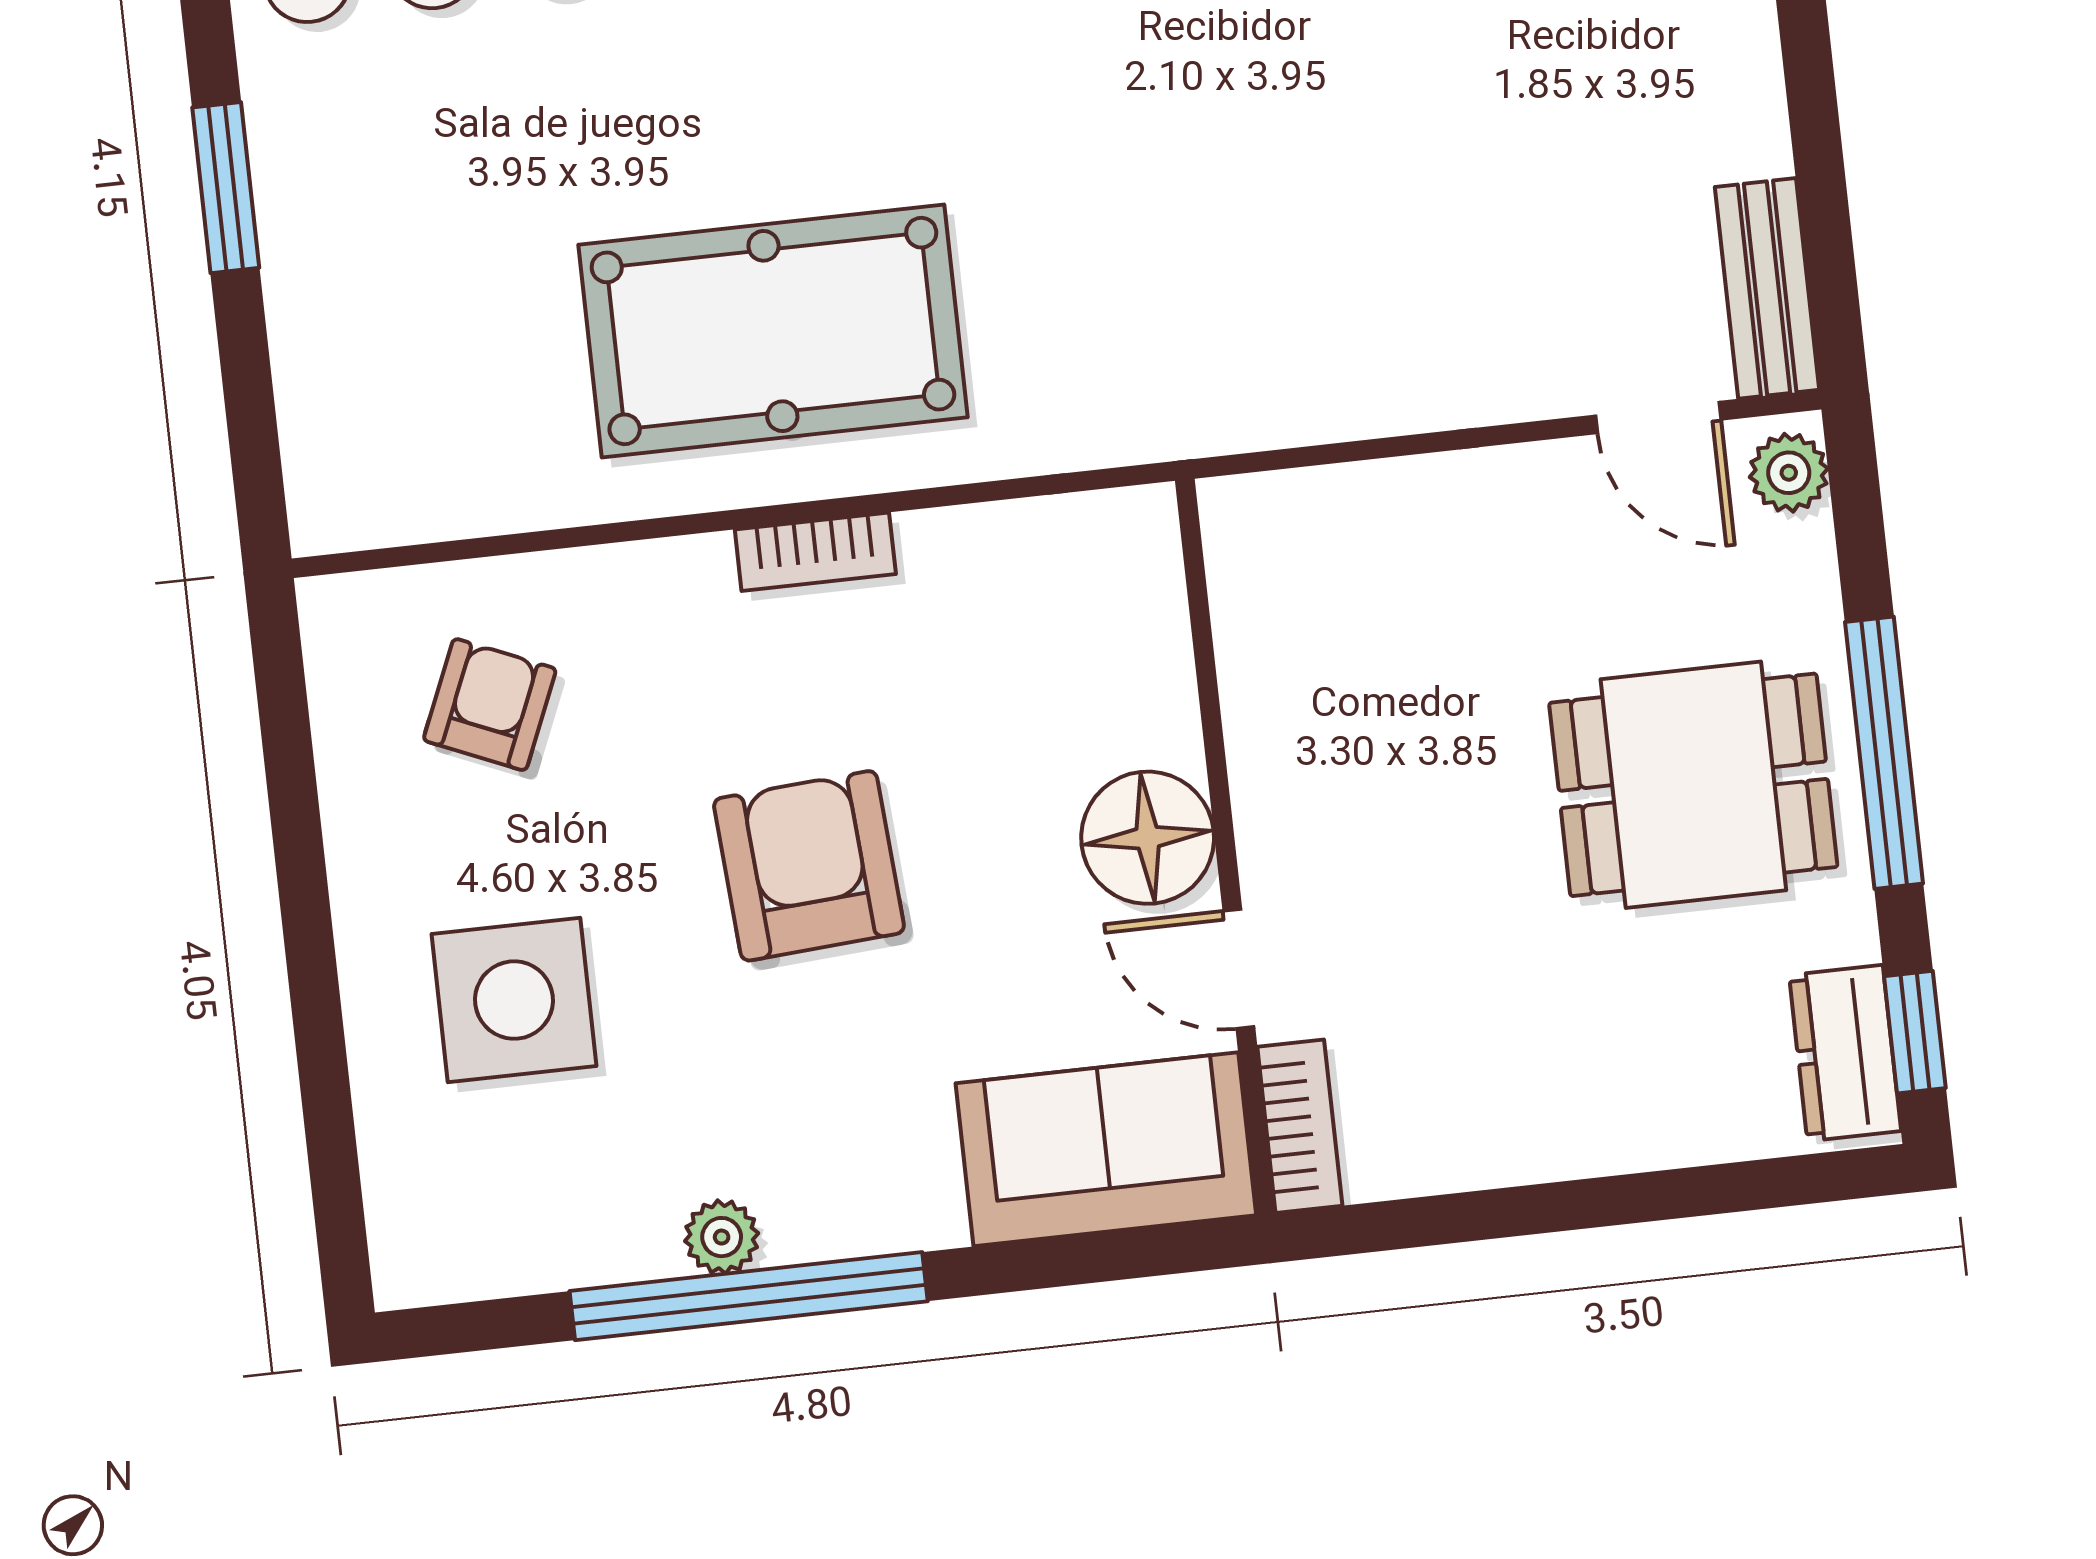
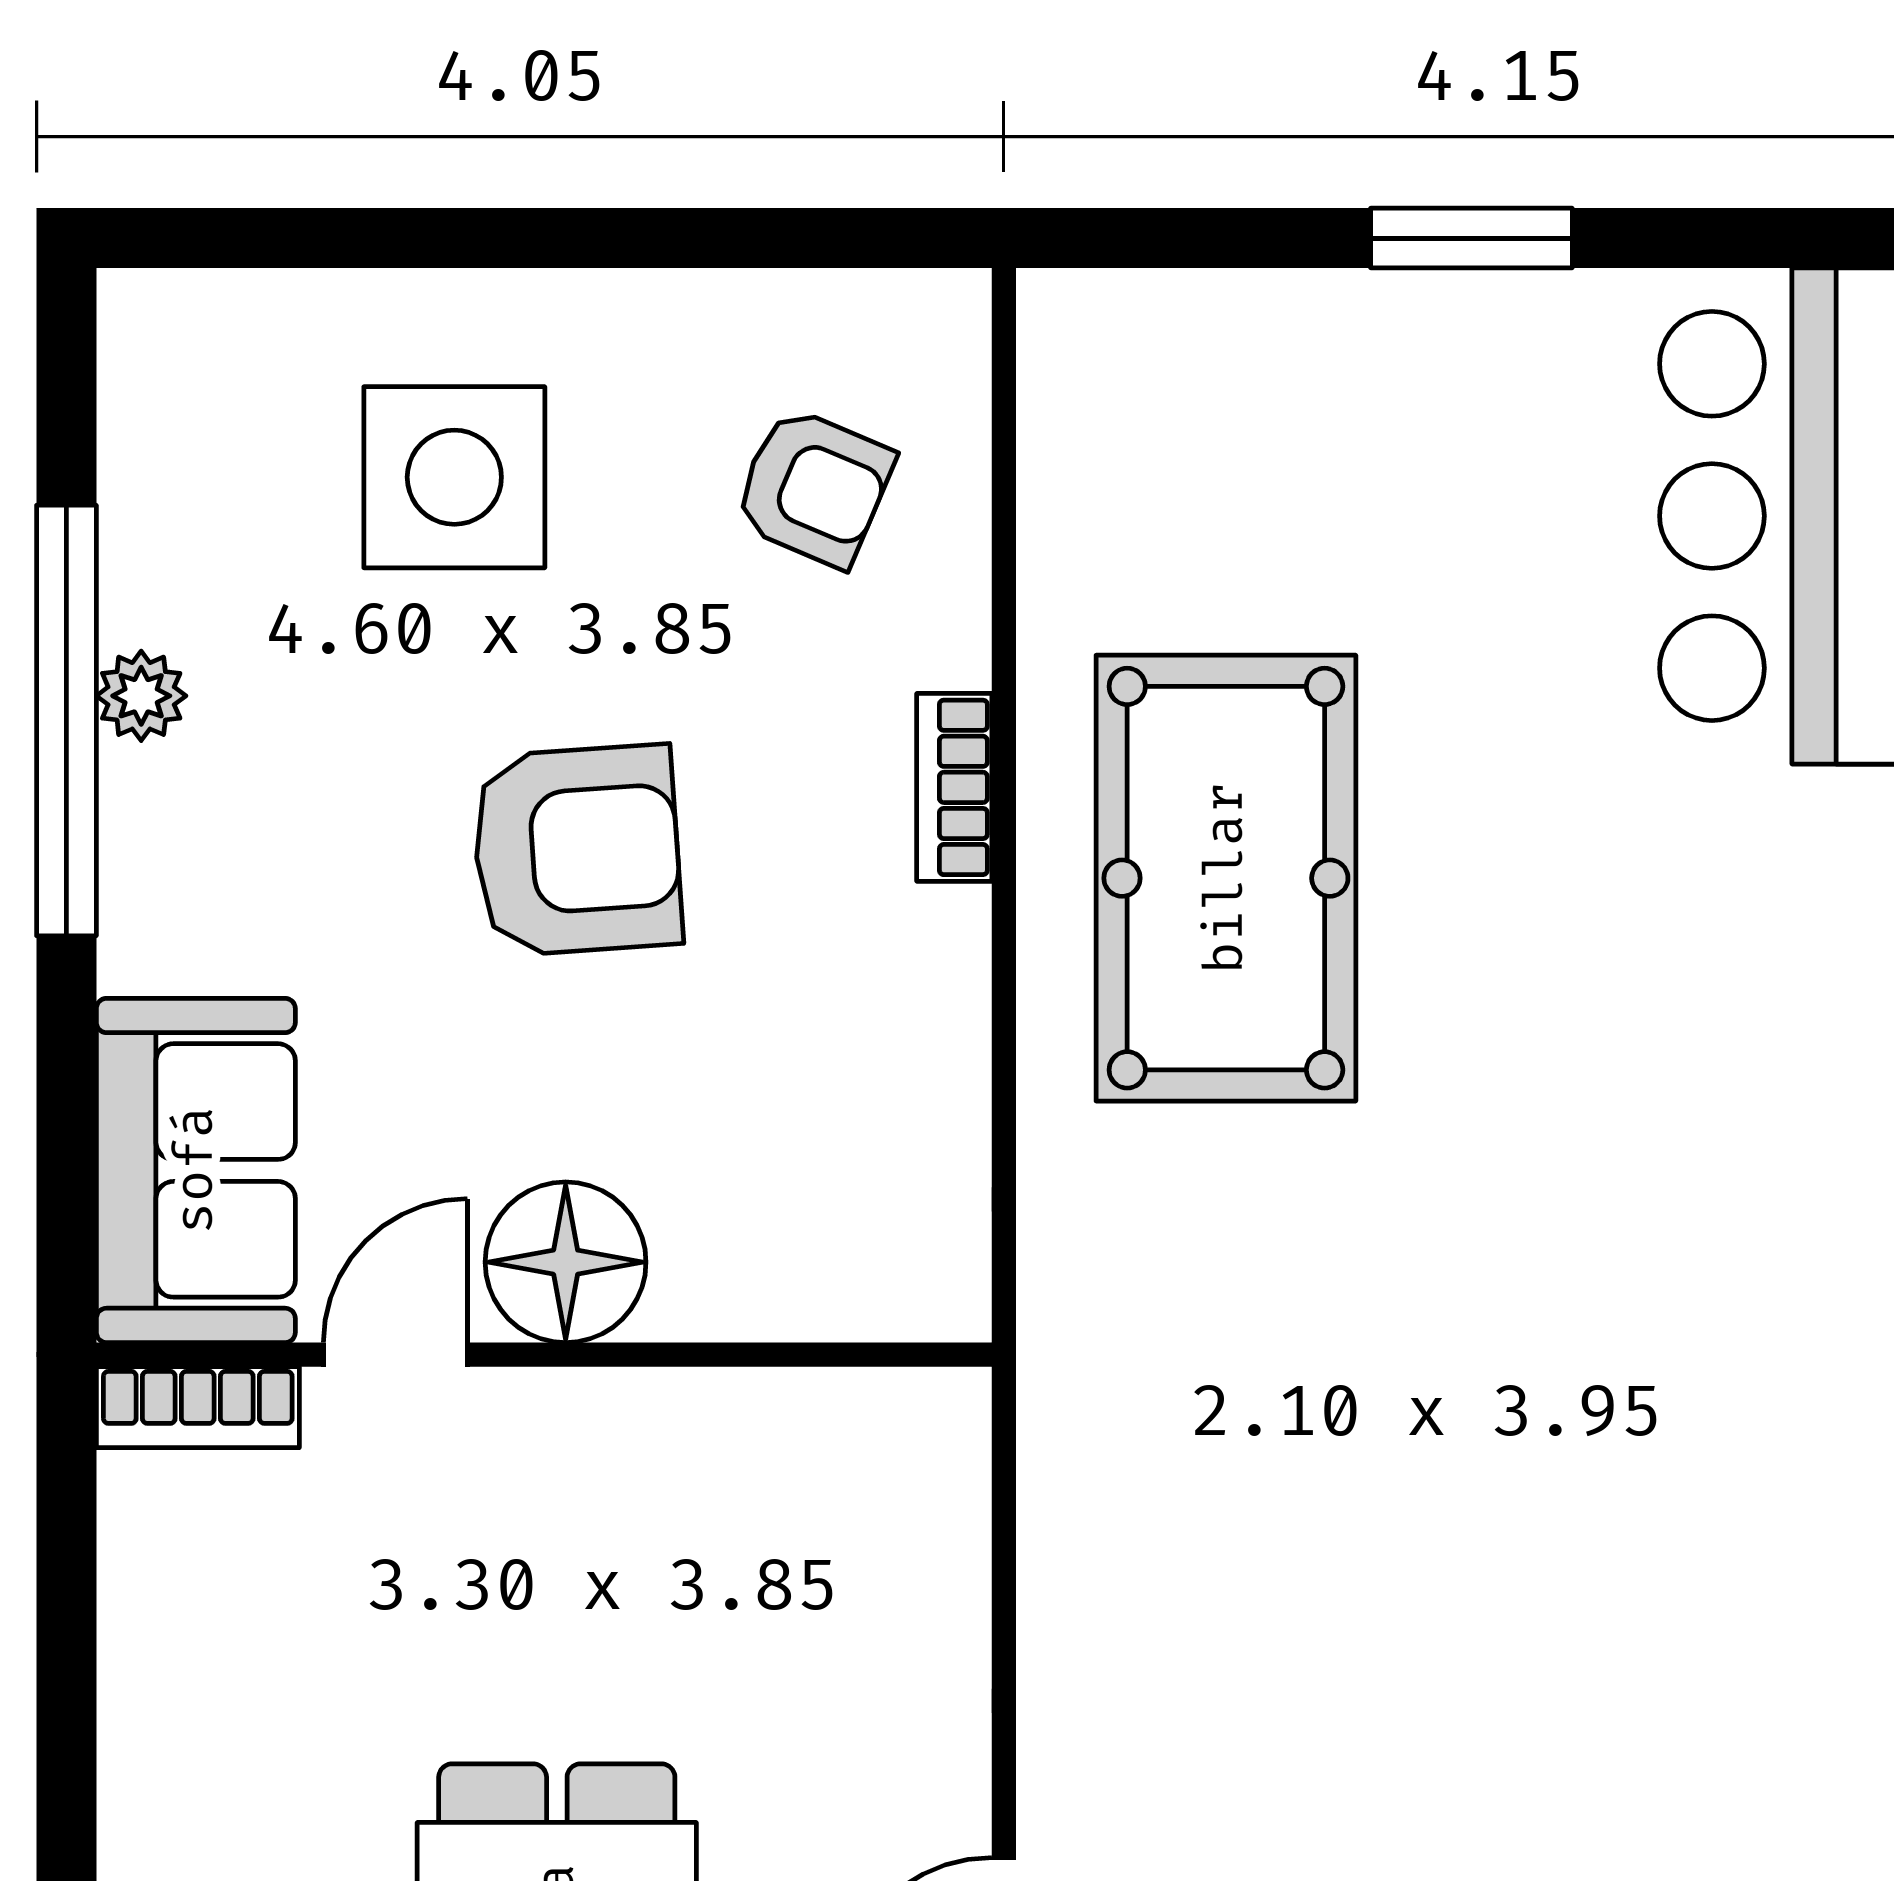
bookcase: (815, 552) -> (954, 787), moved

